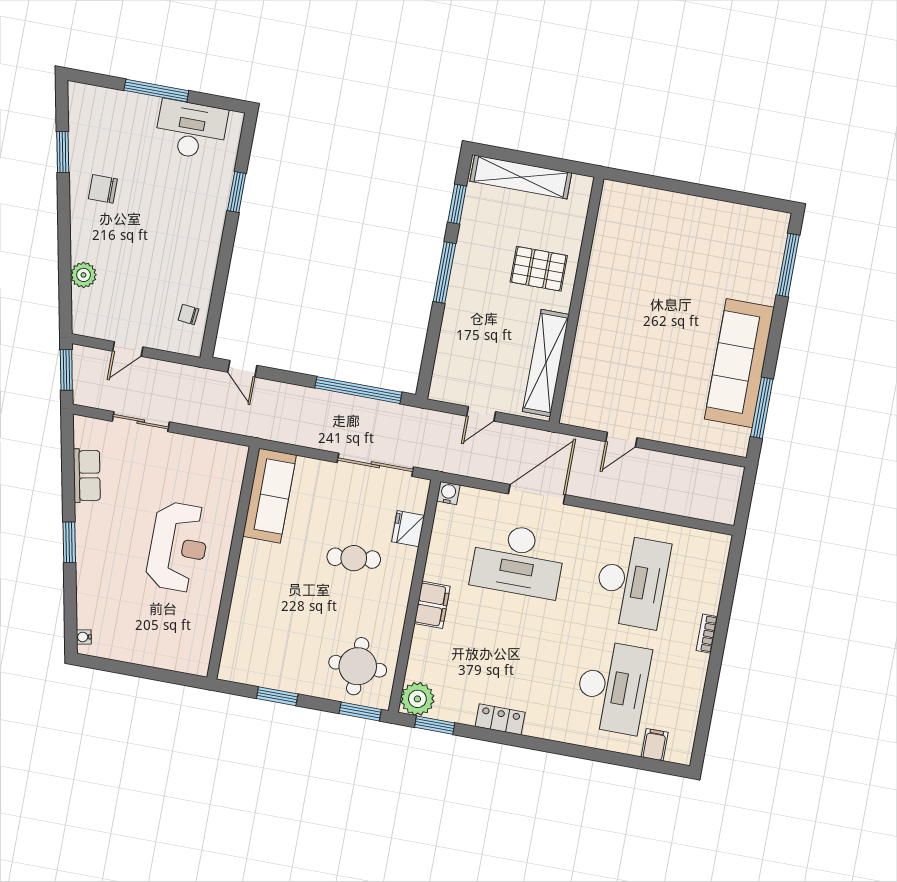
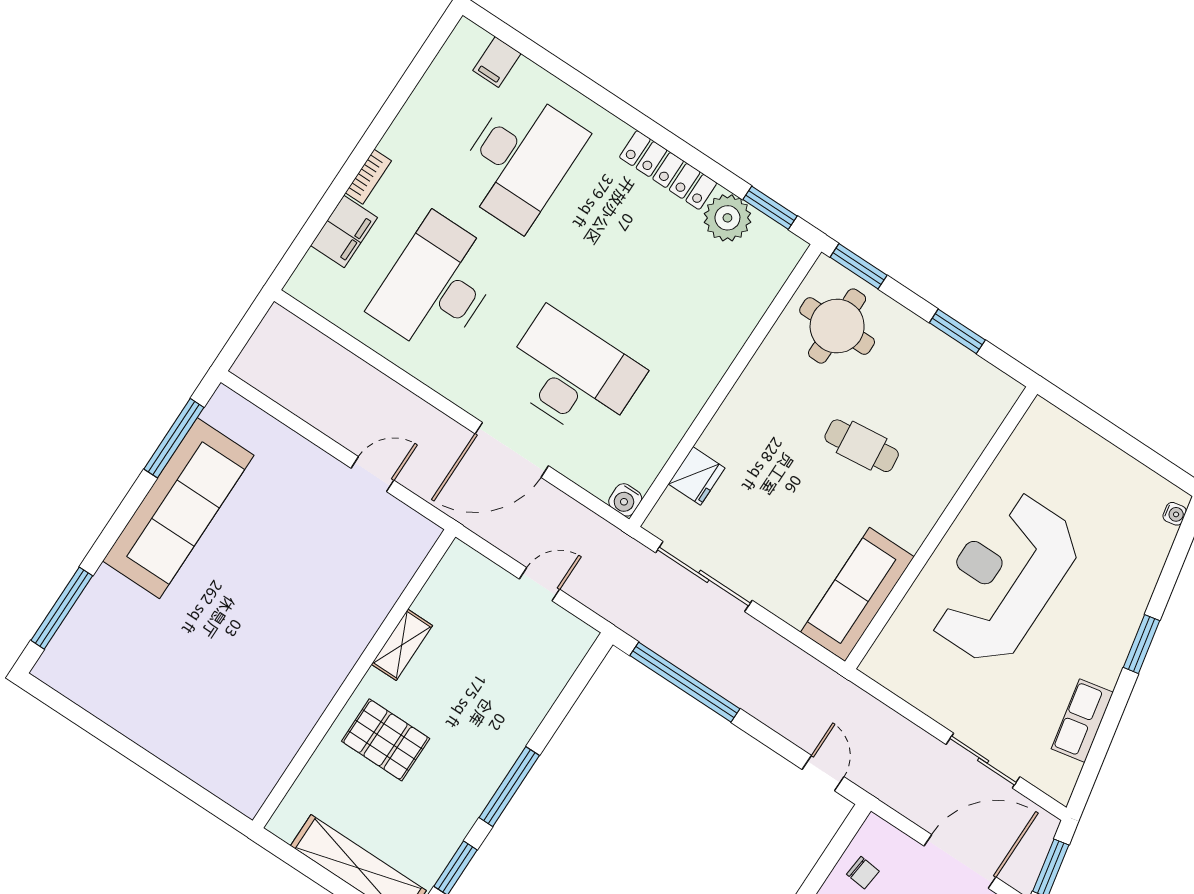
door: (128, 349) -> (960, 862), width x1.87
shelving: (546, 363) -> (402, 645), width x0.45, depth x0.75
reception desk: (178, 547) -> (1003, 578), width x1.36, depth x1.30
cafe table: (354, 558) -> (862, 446), moved
filing cabinet: (432, 605) -> (344, 231), moved, turned 180
desk: (612, 687) -> (520, 159), turned 180
plant: (417, 699) -> (727, 218), moved
locker: (500, 719) -> (668, 170), width x1.53

